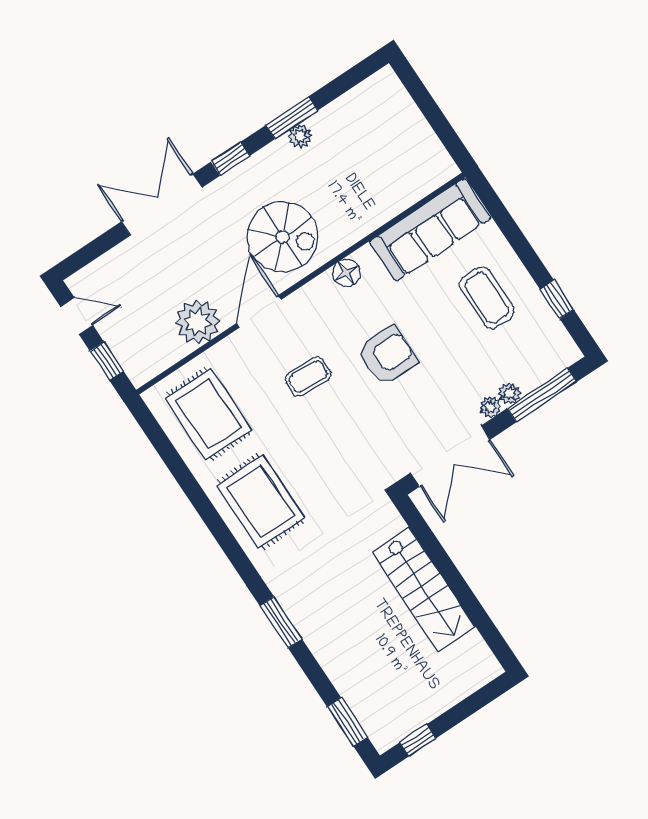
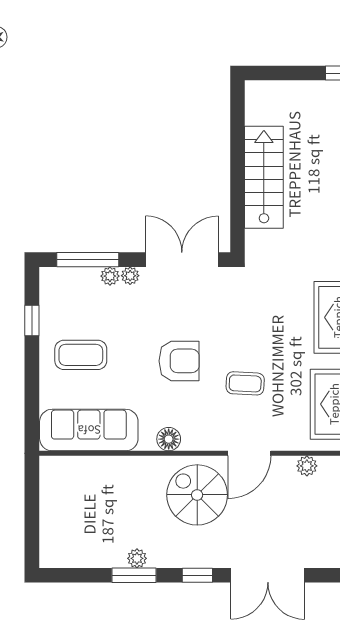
coffee table: (487, 298) -> (81, 355), turned 90
plant: (198, 322) -> (307, 466), width x0.53, depth x0.53
armchair: (387, 356) -> (179, 361), turned 180

